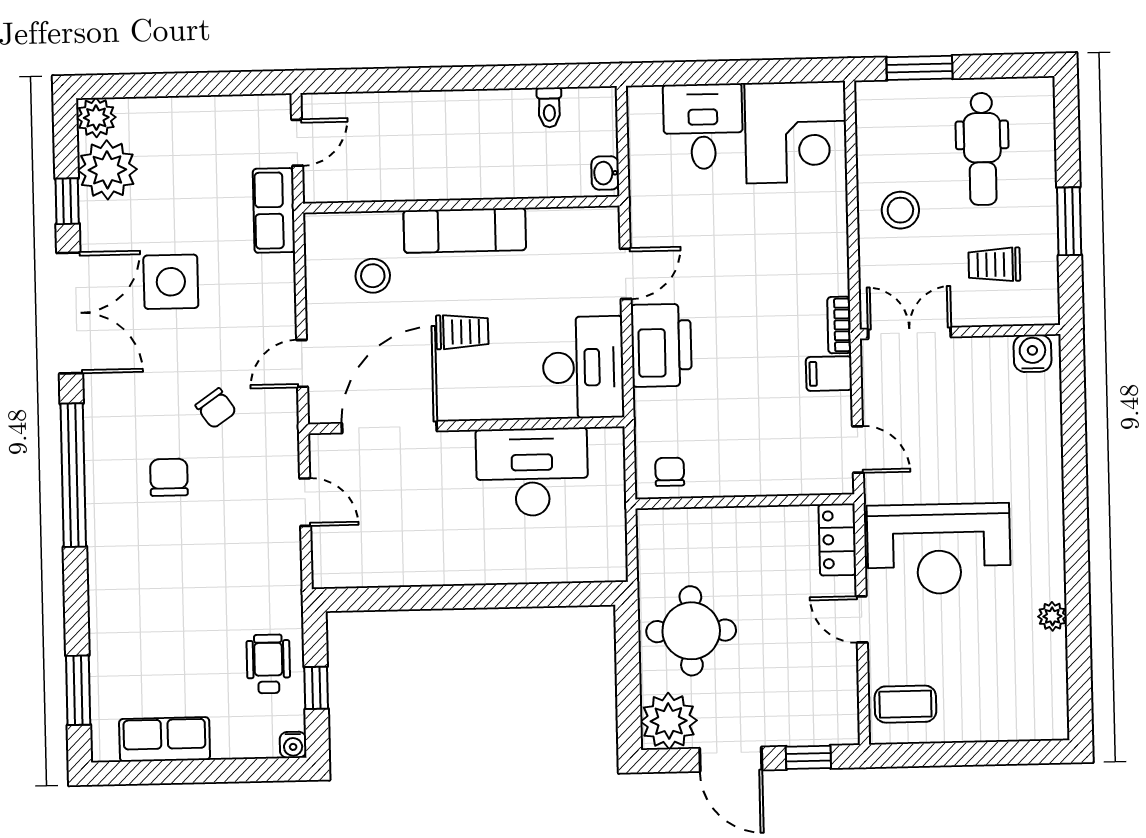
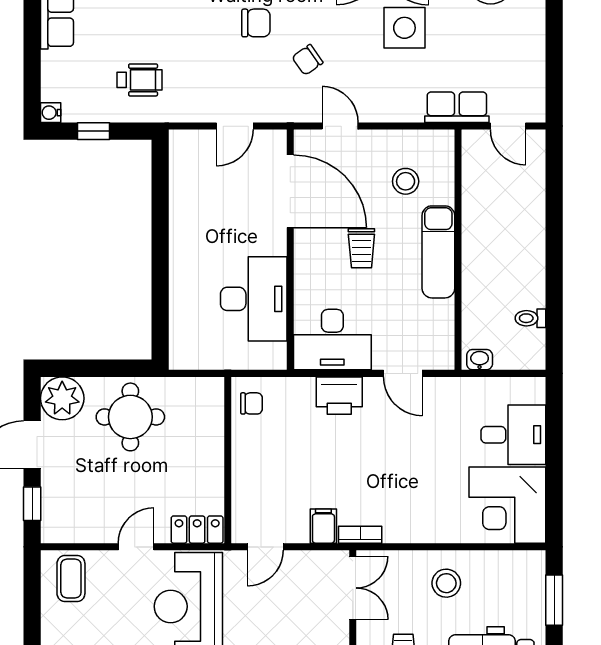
printer: (661, 345) -> (339, 396), width x0.73, depth x0.84
wheelchair: (268, 664) -> (139, 80), moved

